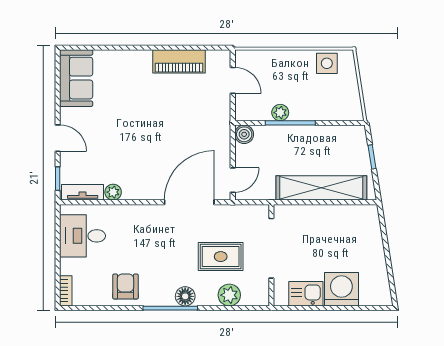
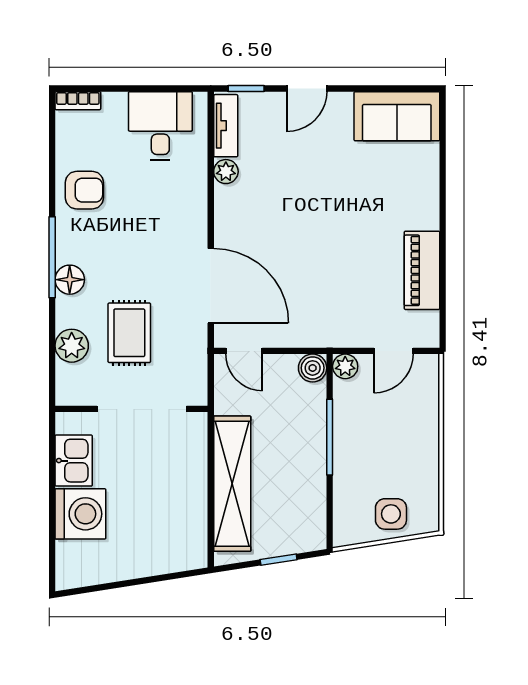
side table: (327, 63) -> (391, 514), moved
plant: (280, 113) -> (345, 366), moved

